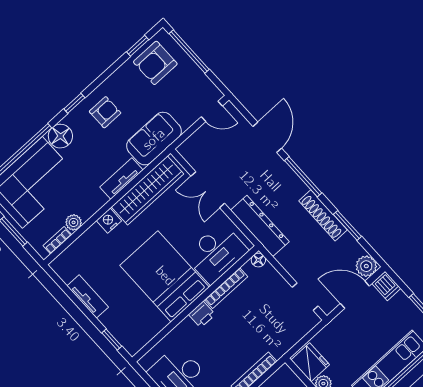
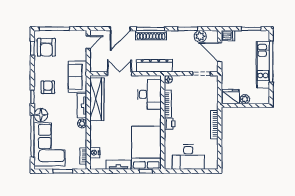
door: (267, 137) -> (120, 29), swing flipped
double door: (208, 190) -> (120, 74), swing flipped
shoe rack: (323, 215) -> (151, 35), moved
nightstand: (109, 221) -> (95, 153), moved
plant: (74, 222) -> (82, 123), moved
plant: (366, 266) -> (200, 36), moved
bed: (165, 276) -> (146, 148), moved, turned 90
door: (355, 295) -> (220, 52), hinge flipped

